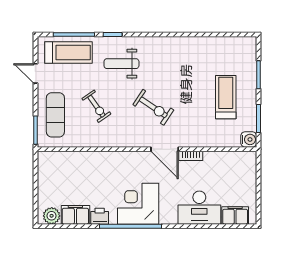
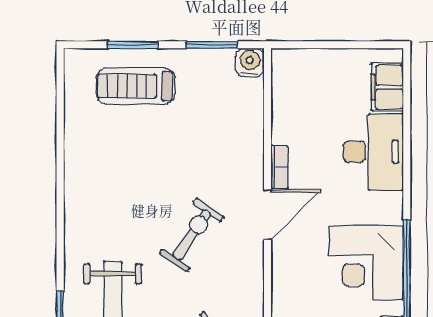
treadmill: (226, 97) -> (136, 86), moved

